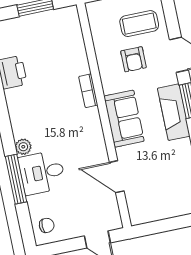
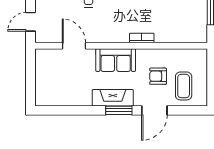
door: (117, 177) -> (74, 46), hinge flipped

